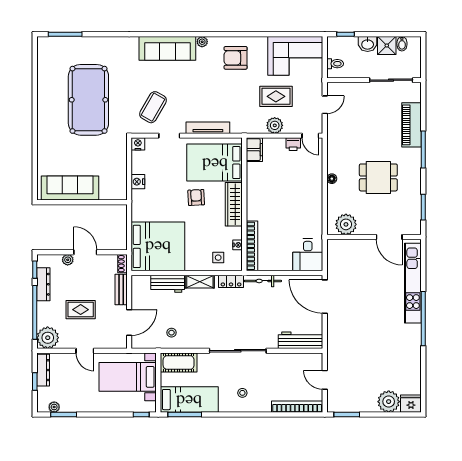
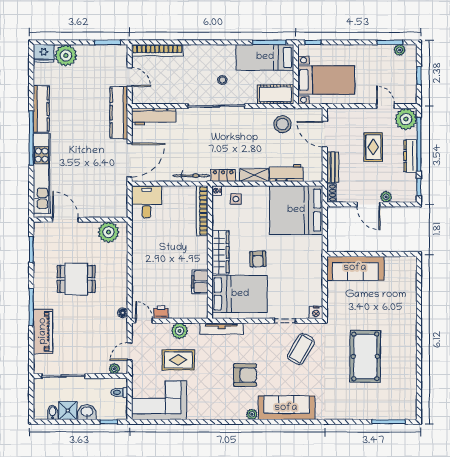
armchair: (236, 58) -> (245, 375), moved
plant: (340, 87) -> (114, 369), added
pool table: (88, 100) -> (365, 356), width x0.73, depth x0.76
tv unit: (208, 128) -> (221, 329), moved
filing cabinet: (254, 150) -> (200, 282), moved
floor lamp: (332, 179) -> (123, 313), moved
nightstand: (138, 182) -> (316, 275), removed
sofa: (70, 188) -> (355, 268), moved
nightstand: (238, 245) -> (217, 191), moved
dresser: (43, 284) -> (410, 156), moved
door: (325, 297) -> (130, 160), hinge flipped
rug: (81, 310) -> (373, 147), turned 90
door: (129, 323) -> (325, 134), hinge flipped
stool: (172, 333) -> (282, 124), width x1.89, depth x1.89
kitchen counter: (336, 344) -> (119, 113), added
kitchen counter: (413, 348) -> (41, 109), added
door: (85, 351) -> (385, 106), moved
dresser: (43, 370) -> (411, 87), removed
stool: (242, 393) -> (222, 80), moved

